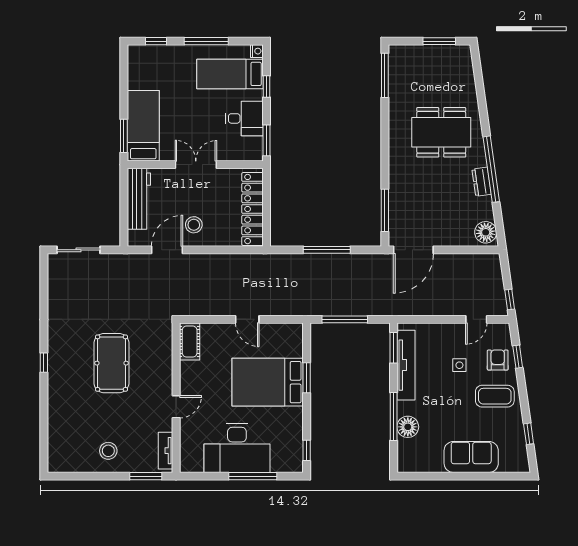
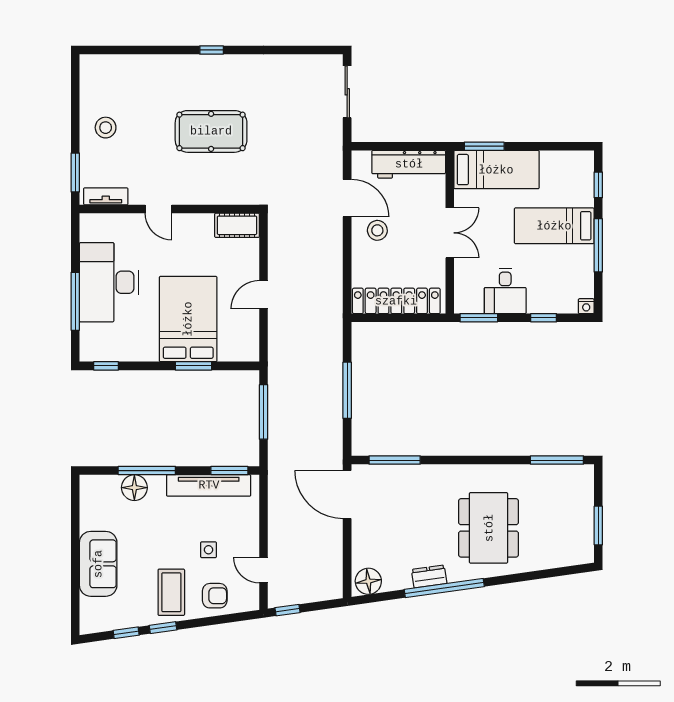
bed: (230, 74) -> (554, 226), moved, turned -90
window: (518, 357) -> (163, 628), moved

